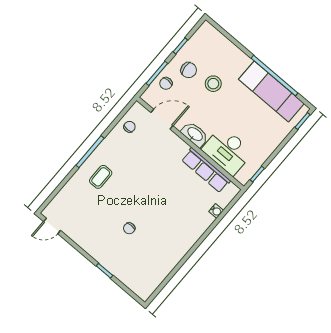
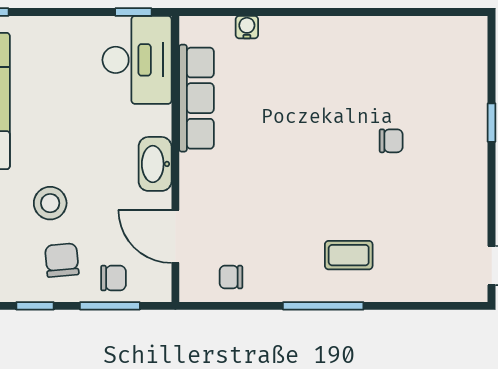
desk: (227, 151) -> (137, 60), moved

